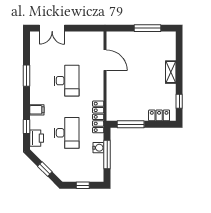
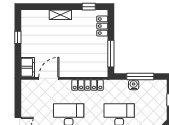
window: (147, 28) -> (18, 37), width x0.46
filing cabinet: (117, 38) -> (28, 67), added
locker: (98, 117) -> (88, 85), moved

